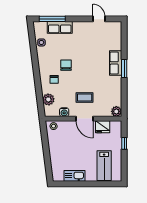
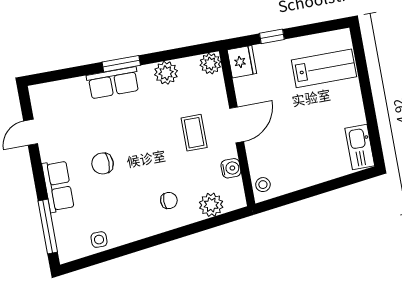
row of seats: (60, 27) -> (58, 186), moved
chair: (66, 65) -> (103, 163), moved
plant: (116, 89) -> (166, 73), added
fridge: (103, 127) -> (242, 62), moved
kitchen sink: (75, 176) -> (360, 147), moved

